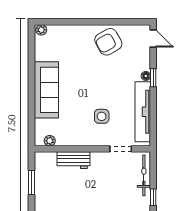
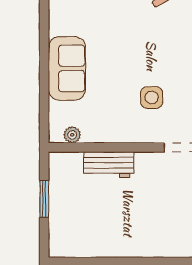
sofa: (46, 90) -> (67, 68), width x0.73

